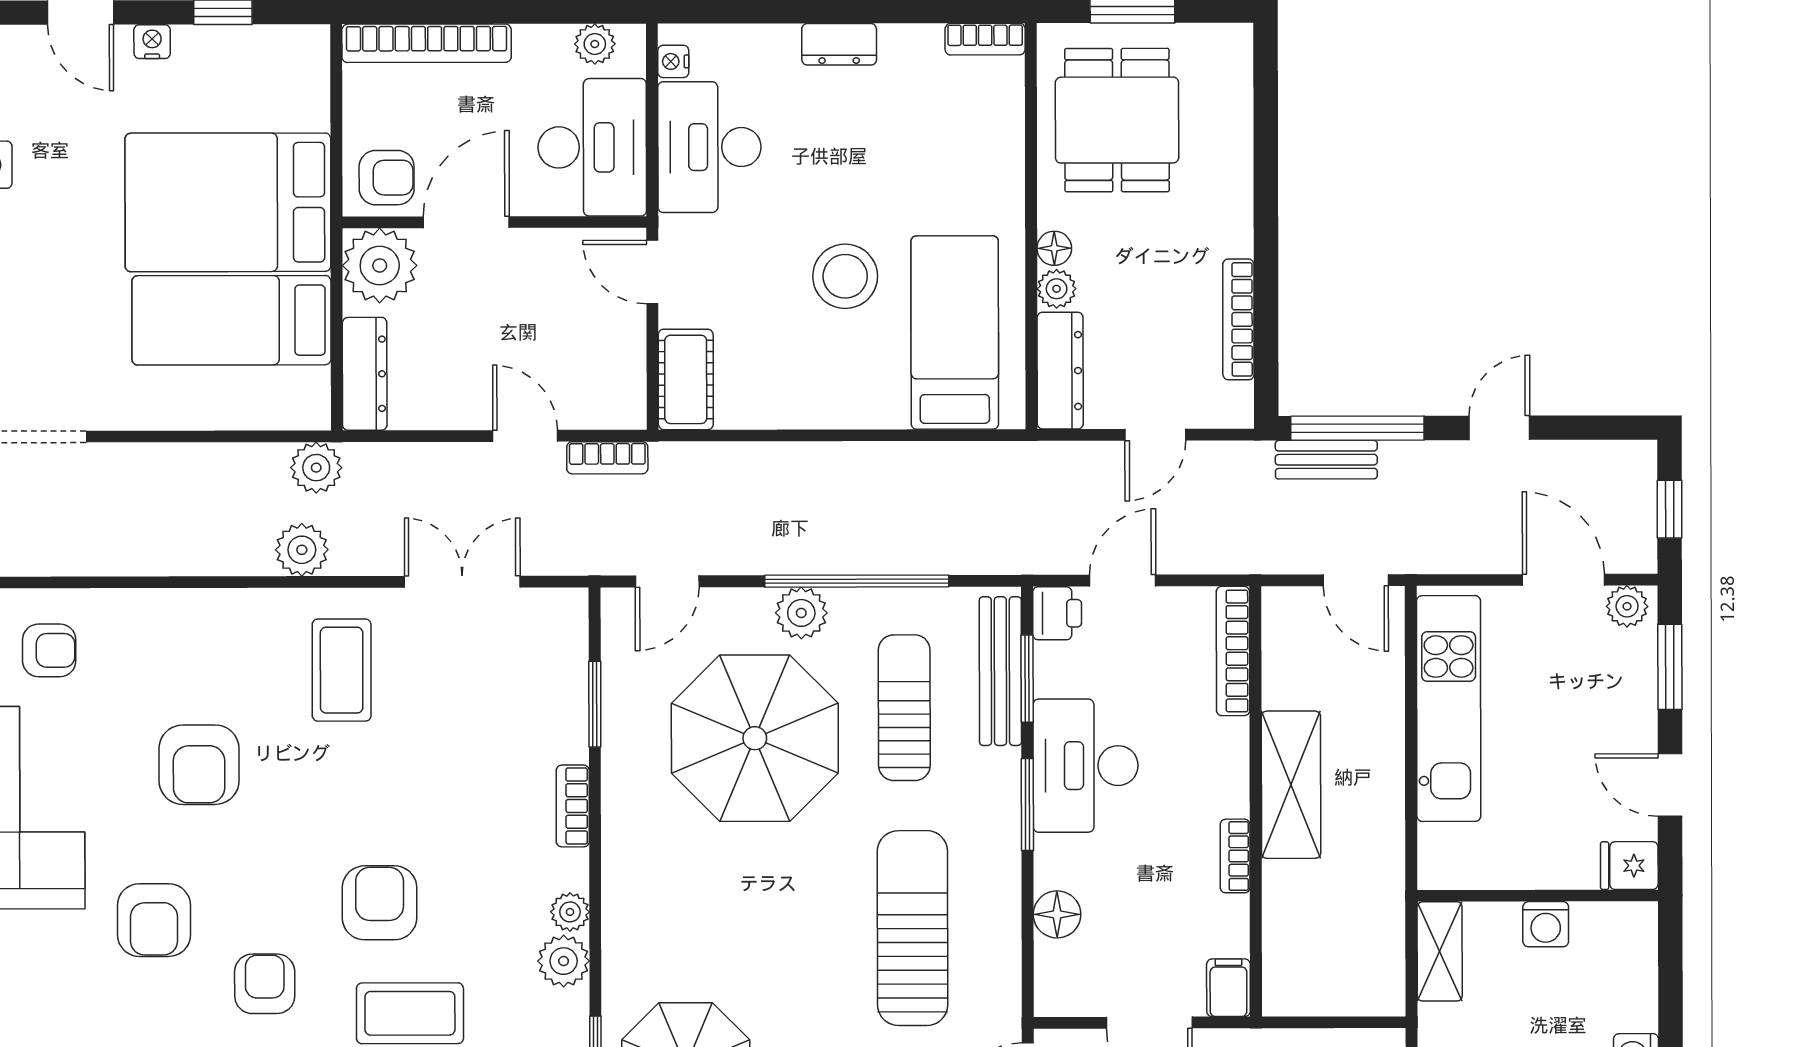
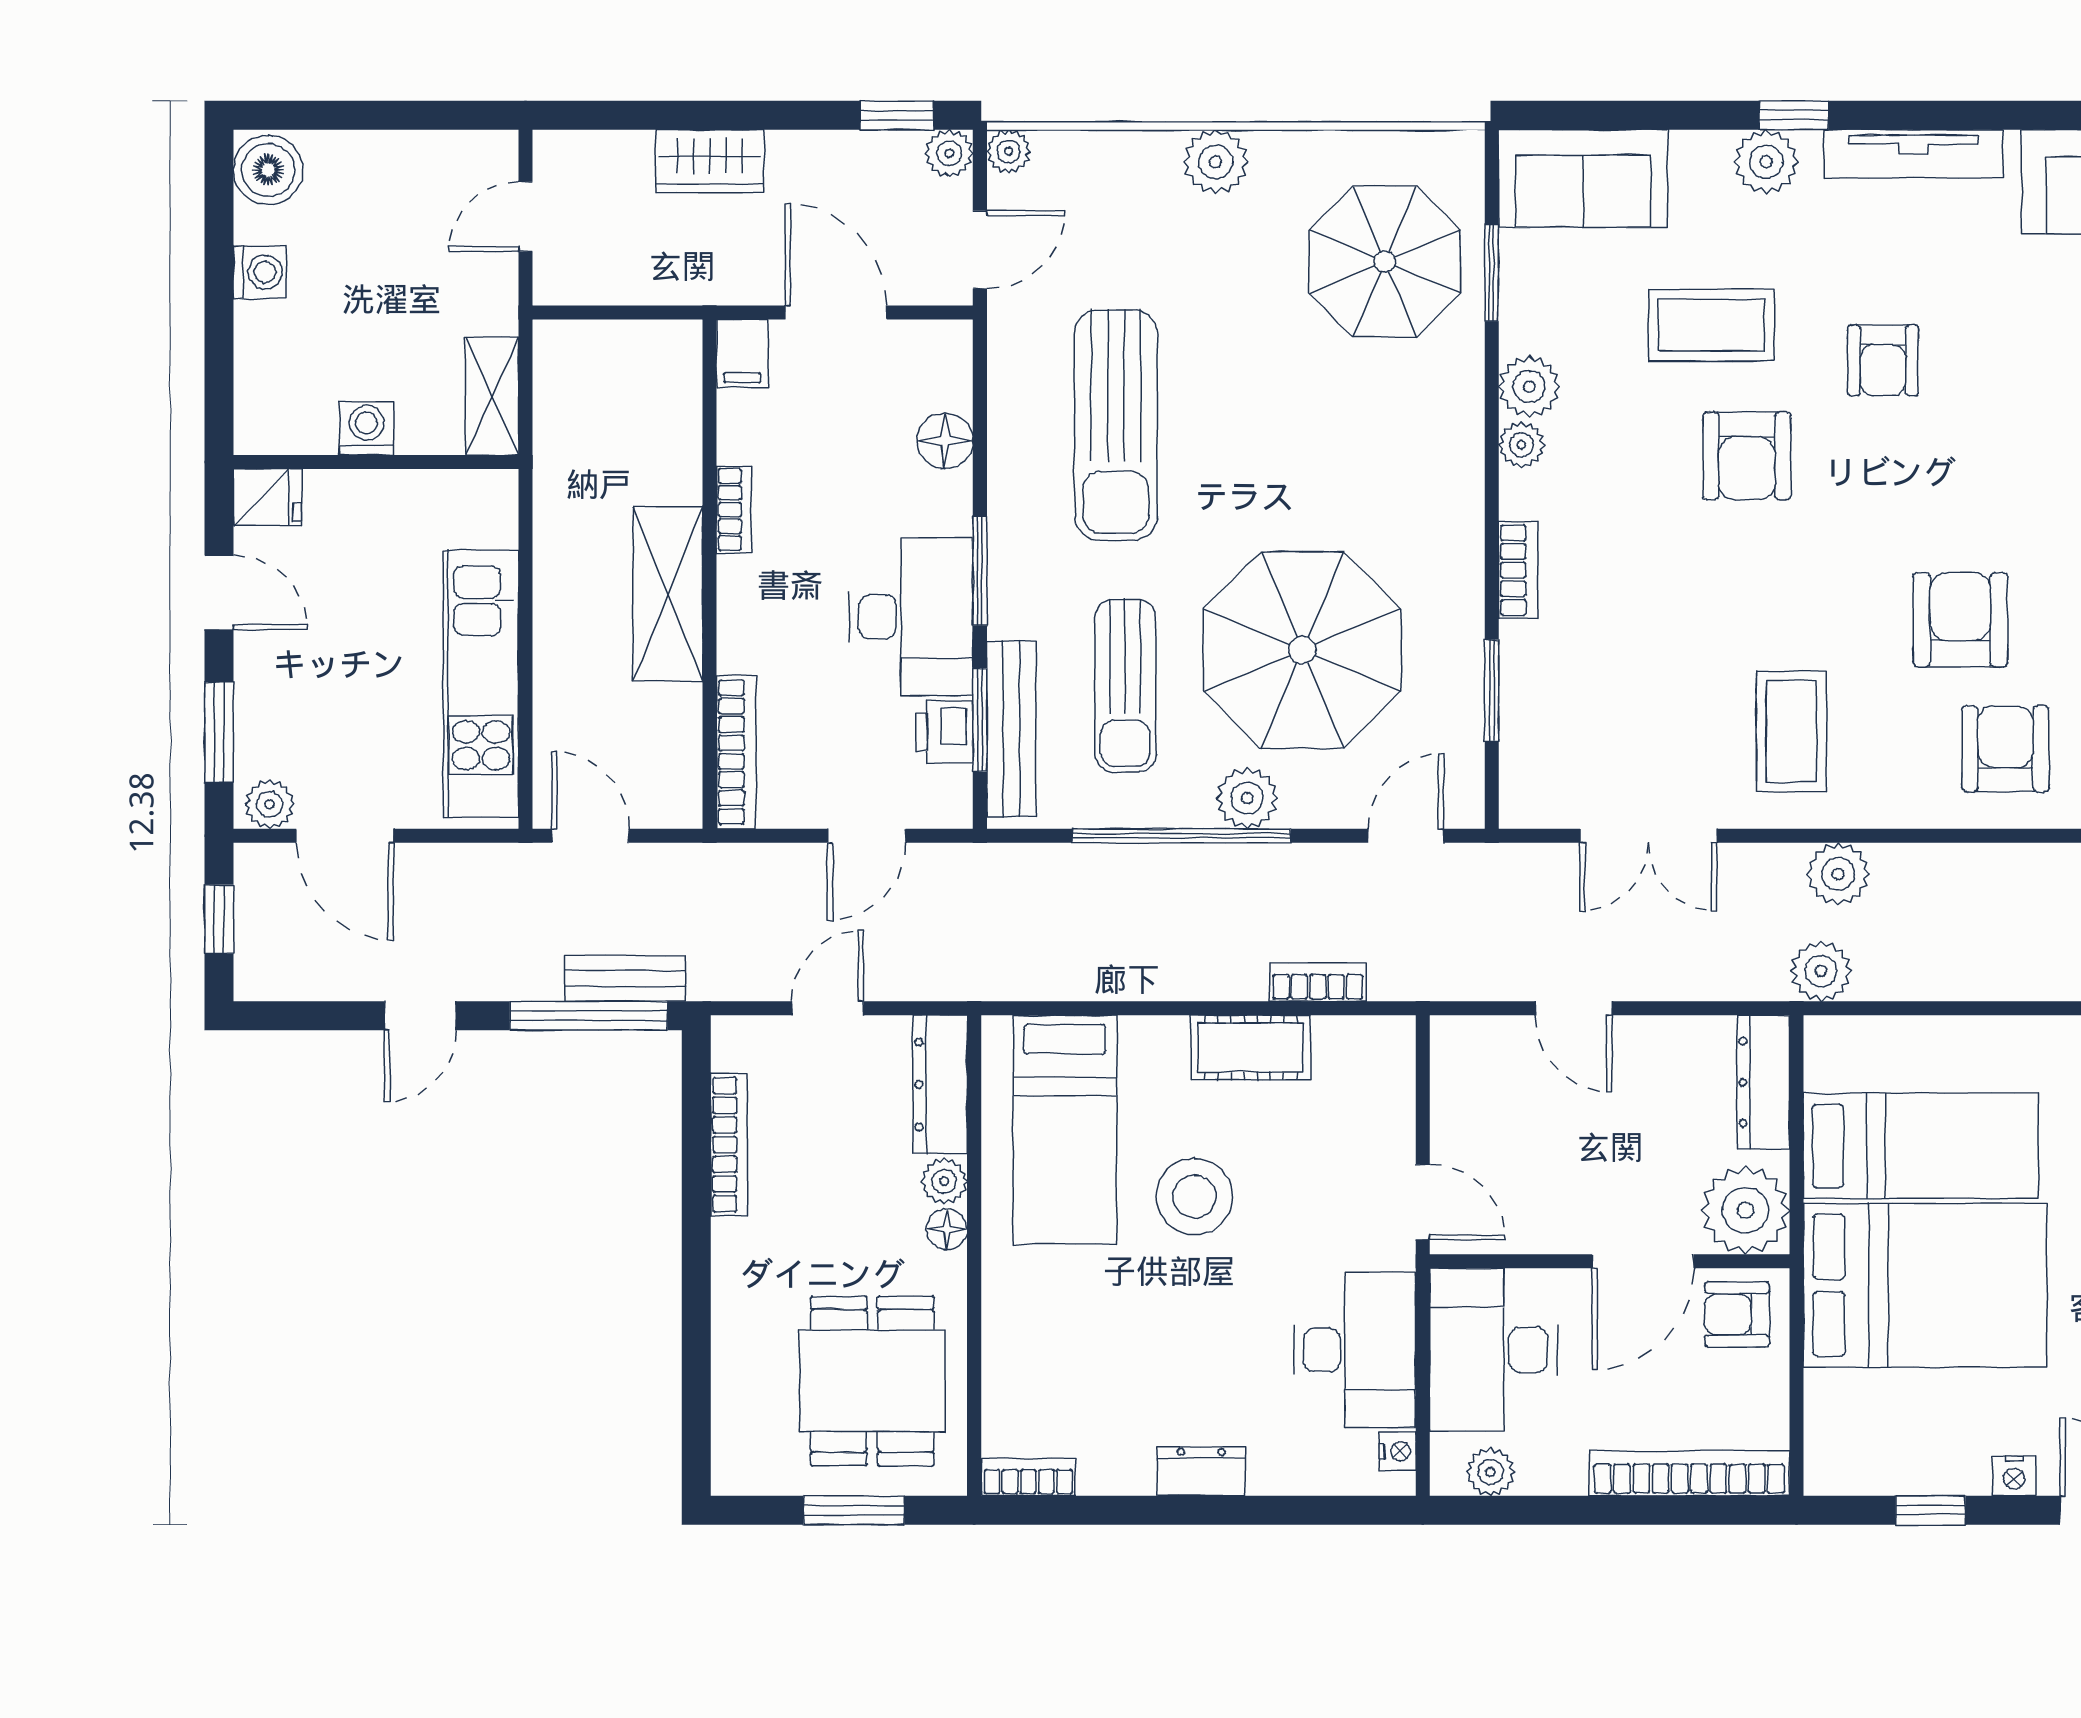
cot: (686, 379) -> (1251, 1048), moved, turned 90
bookcase: (607, 458) -> (1318, 982), moved
printer: (1057, 613) -> (944, 732), moved
armchair: (154, 920) -> (2005, 749), moved

